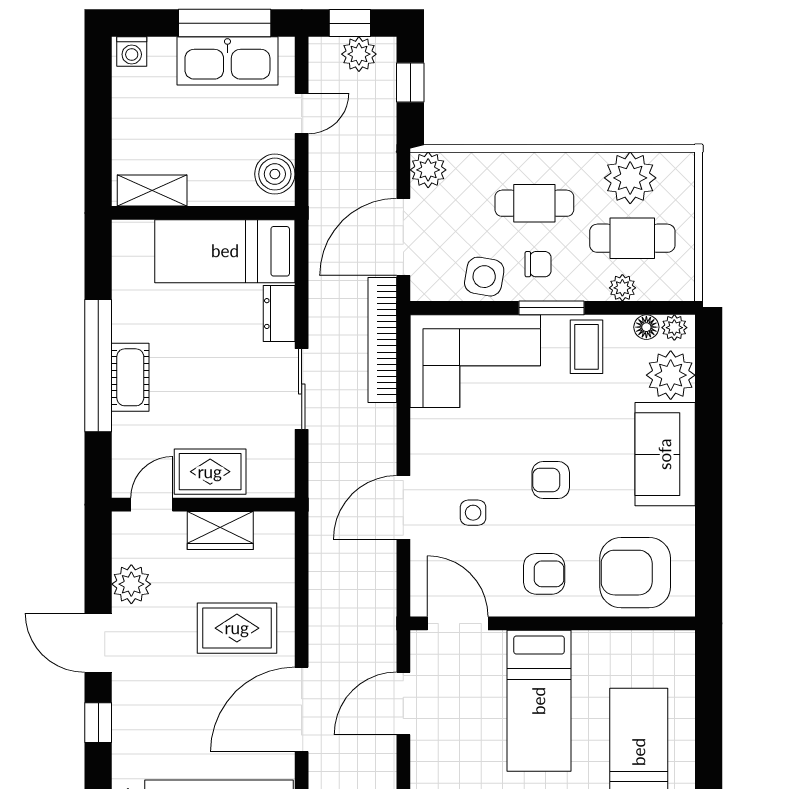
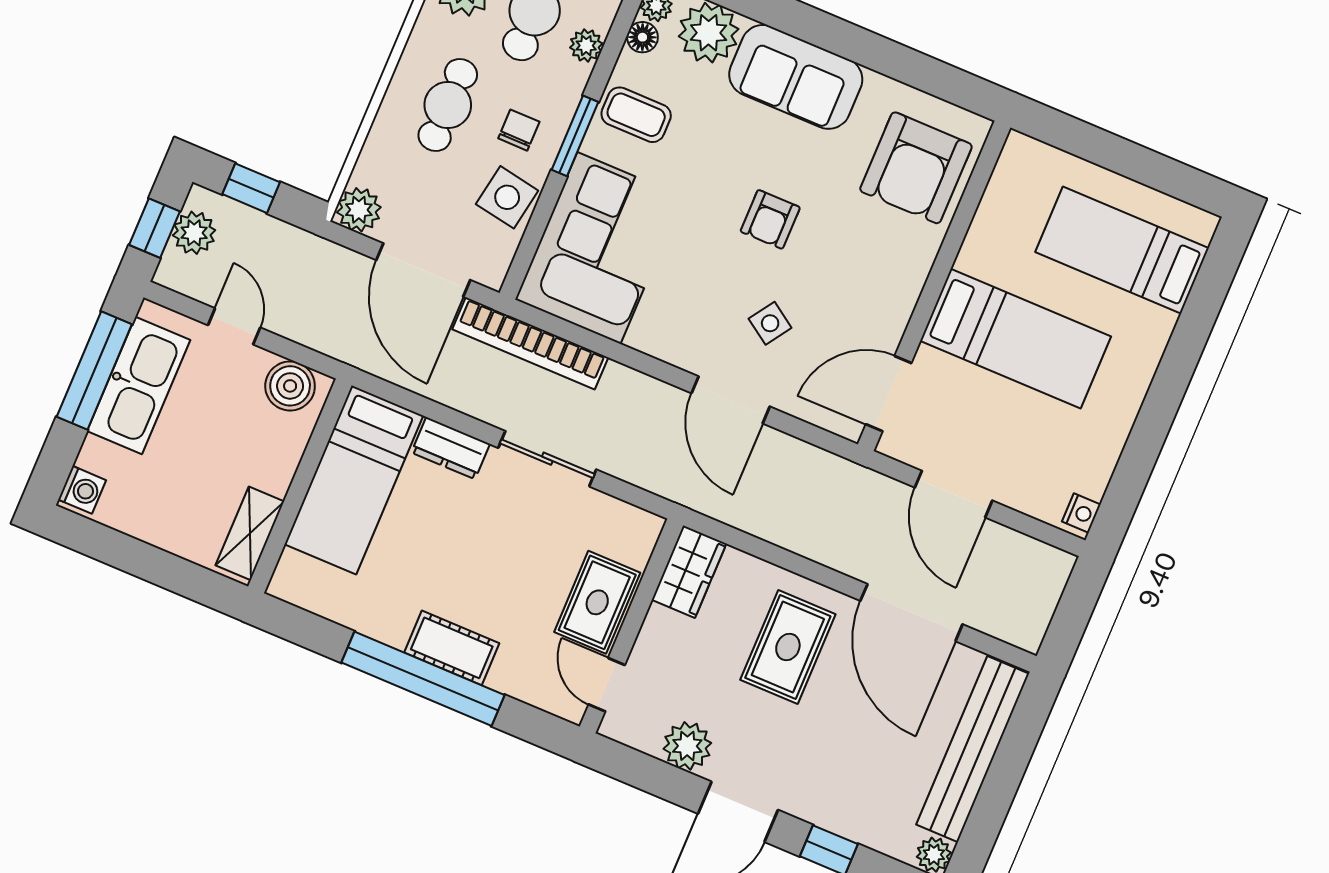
side table: (473, 513) -> (770, 323), turned 34
wardrobe: (220, 530) -> (689, 572), moved
armchair: (544, 574) -> (874, 272), removed

